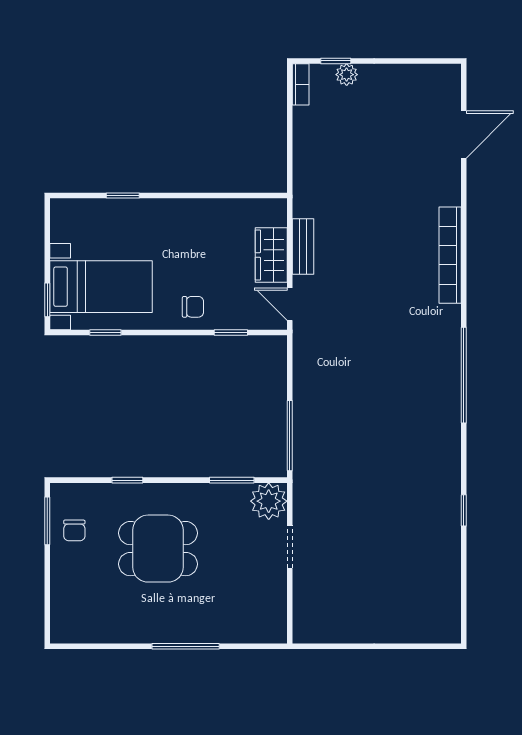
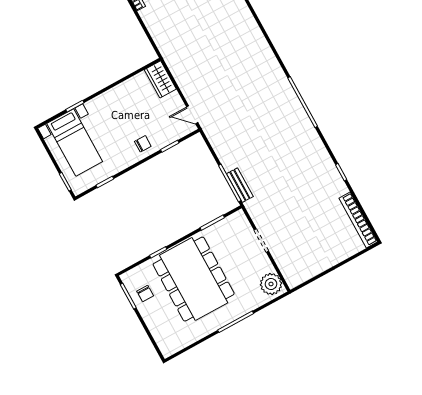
bench: (303, 246) -> (240, 185), moved
wardrobe: (271, 255) -> (160, 79), moved
bookcase: (450, 255) -> (358, 220), moved
bed with nightstands: (101, 287) -> (75, 142), moved, turned 90
plant: (269, 501) -> (271, 284), moved
dining table: (158, 549) -> (194, 279), width x1.88, depth x1.24

